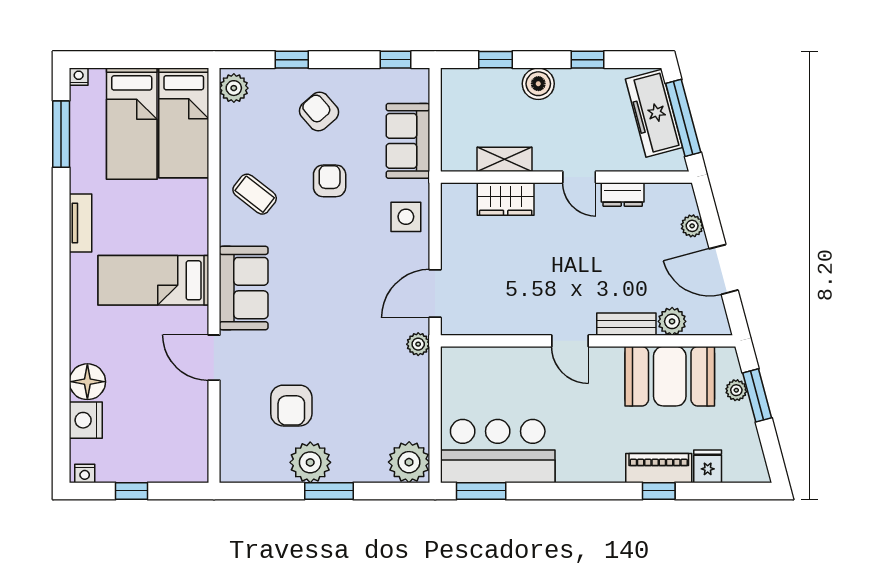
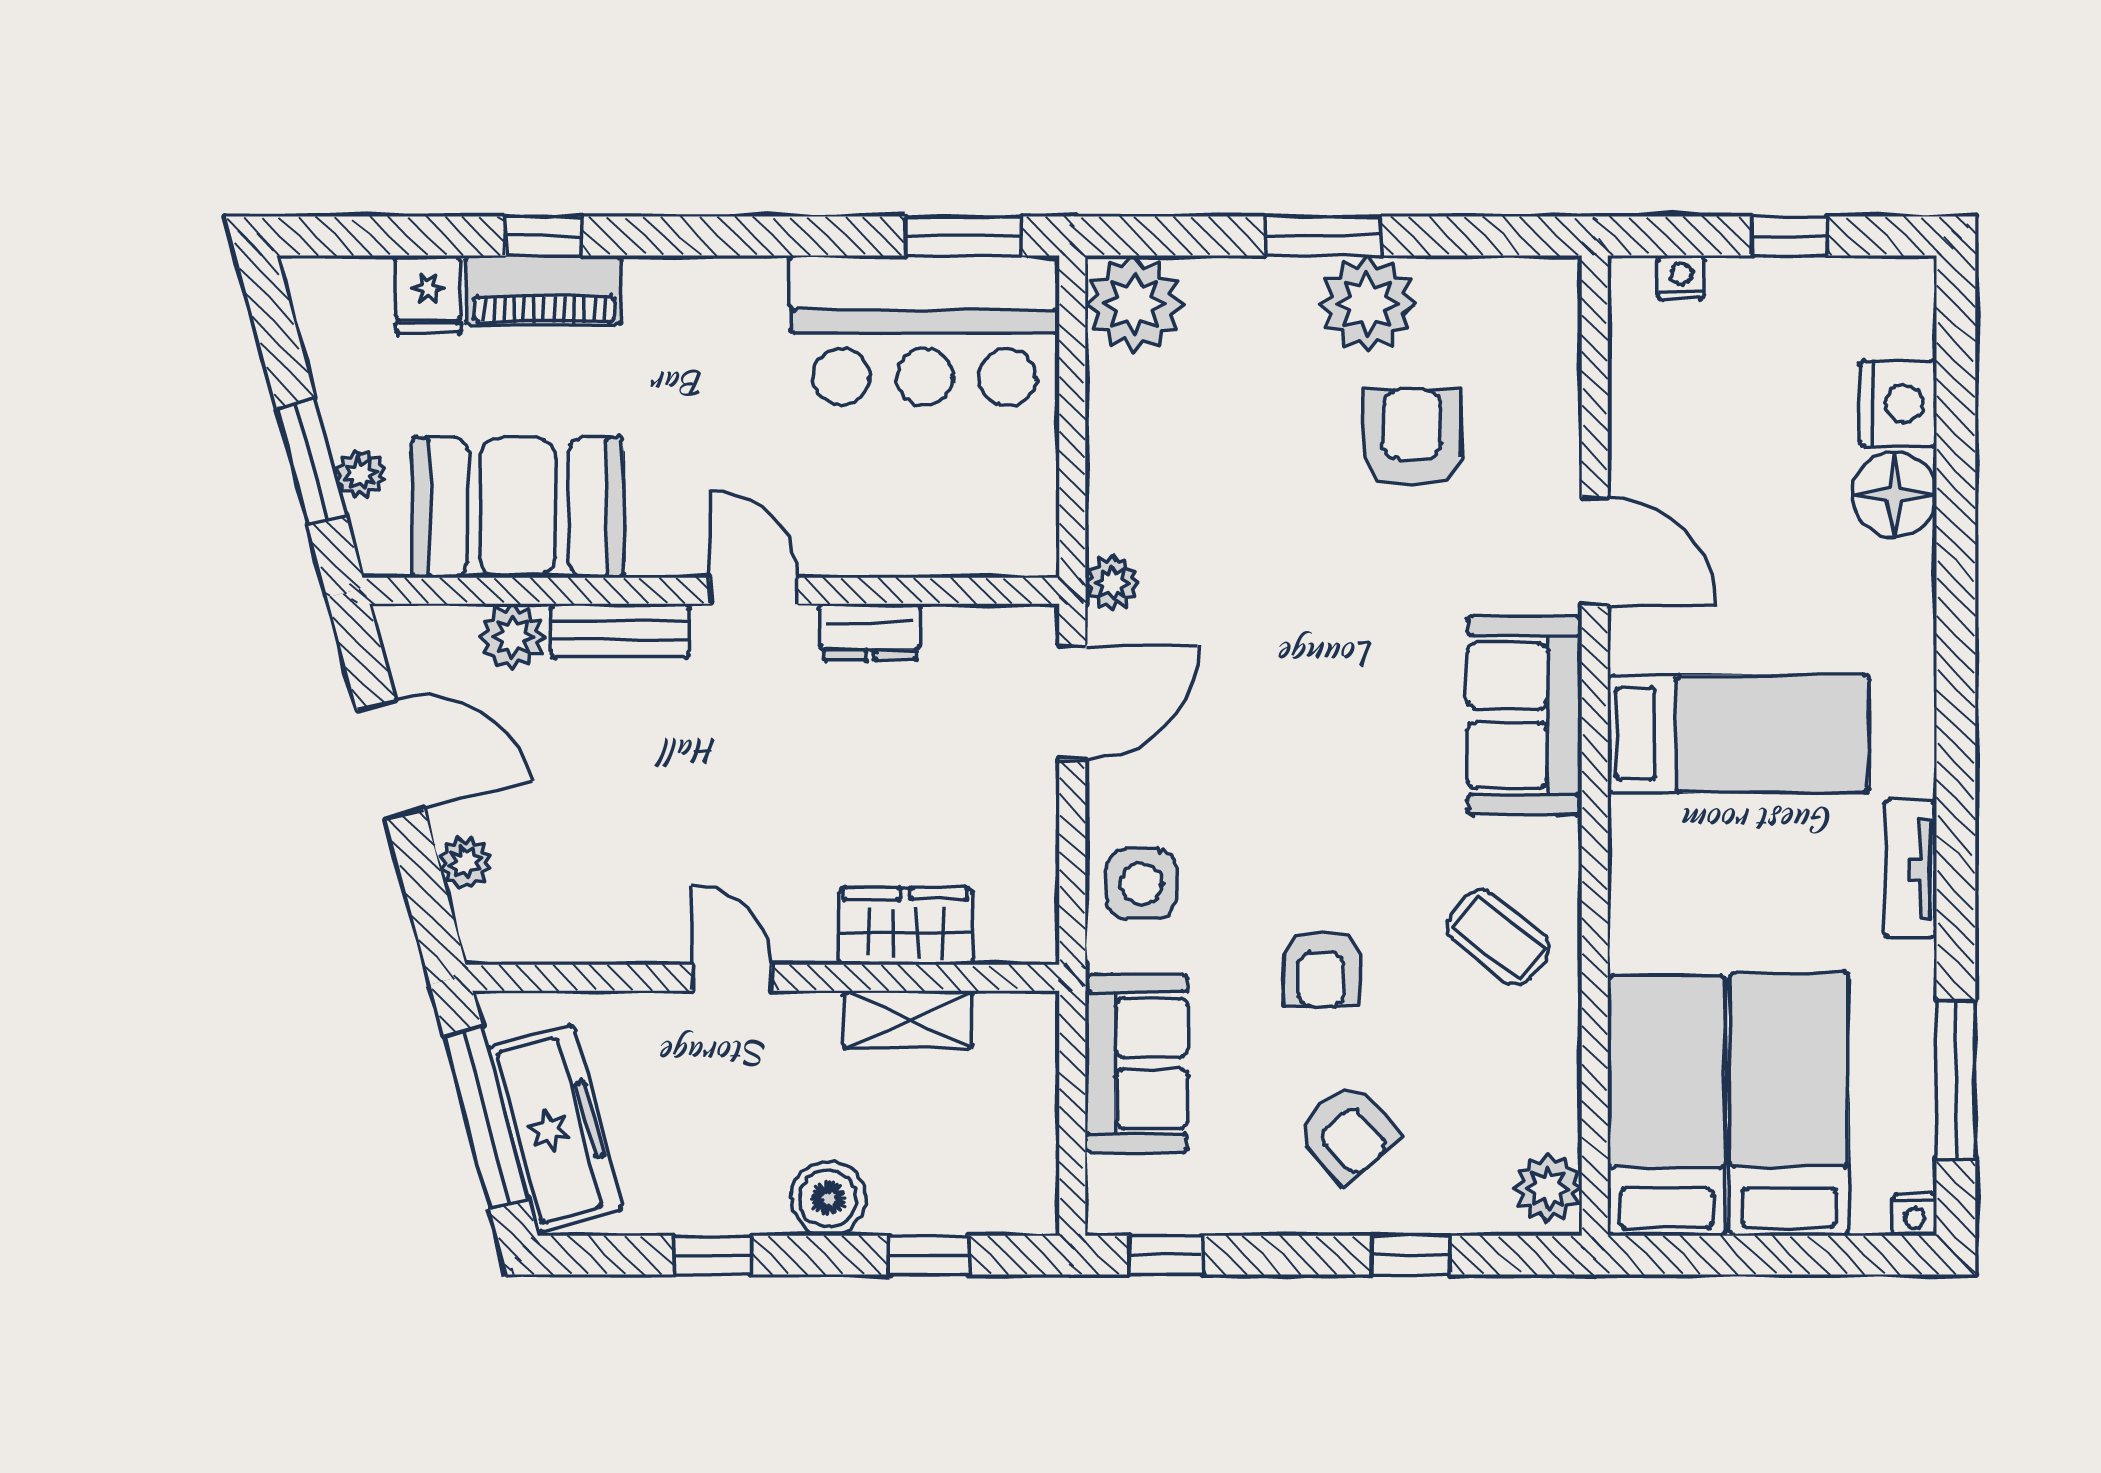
dresser: (623, 194) -> (870, 632), moved, turned 180
nightstand: (85, 473) -> (1681, 278), moved

